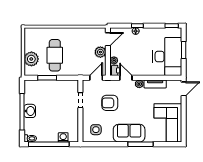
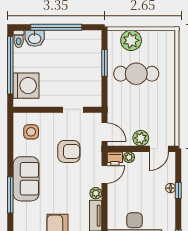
door: (108, 39) -> (159, 149), hinge flipped
armchair: (110, 103) -> (69, 151), turned 90
washbasin: (30, 111) -> (35, 38), moved
washing machine: (63, 137) -> (26, 86), width x1.89, depth x1.89

